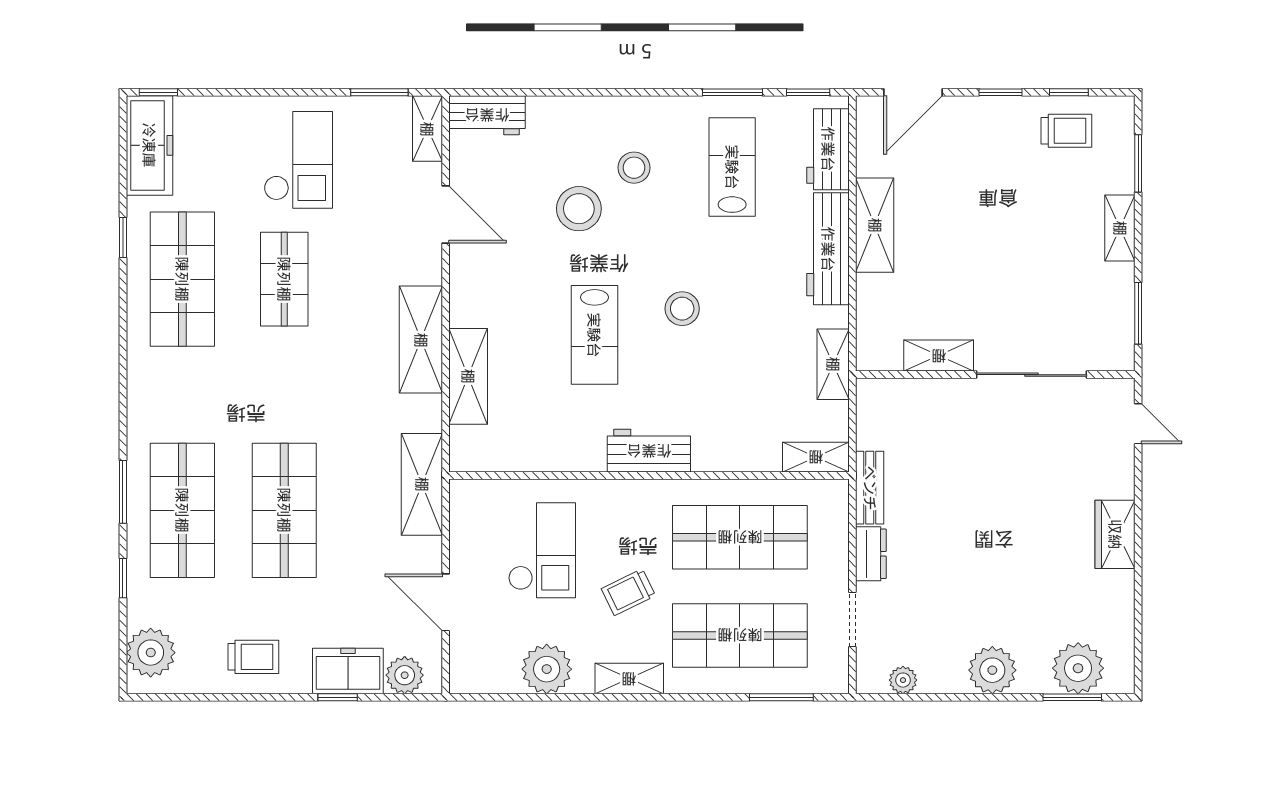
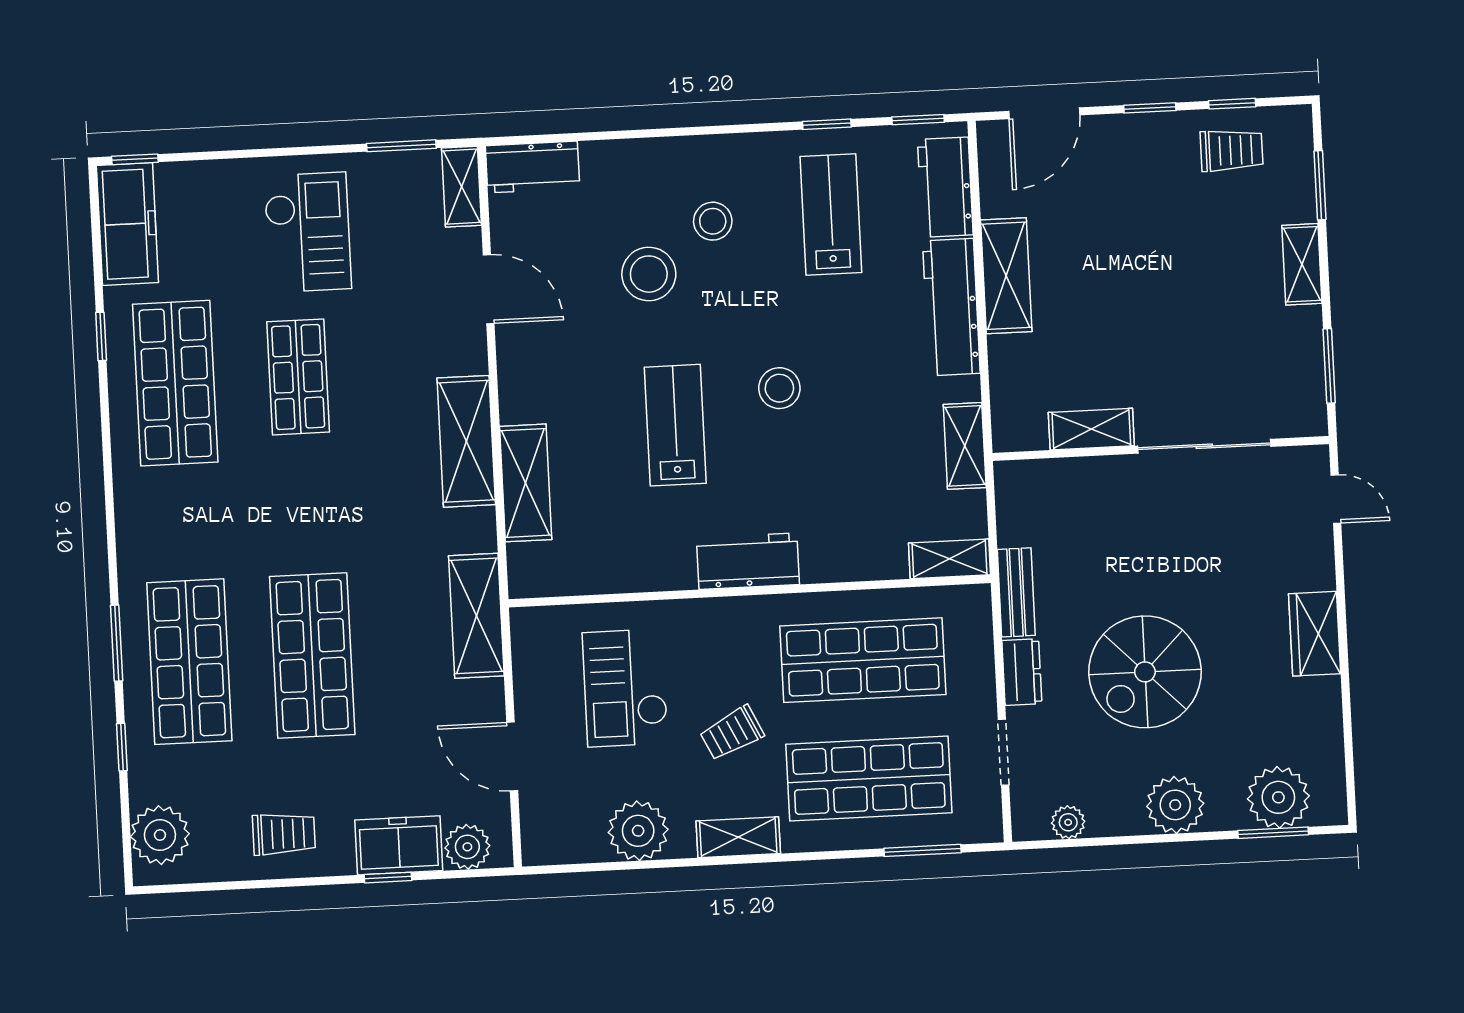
window: (732, 92) -> (827, 124), width x0.67
lab bench: (594, 335) -> (675, 425), turned 180
checkout: (542, 550) -> (625, 688), turned 180
spiral stairs: (973, 559) -> (1145, 672), added

